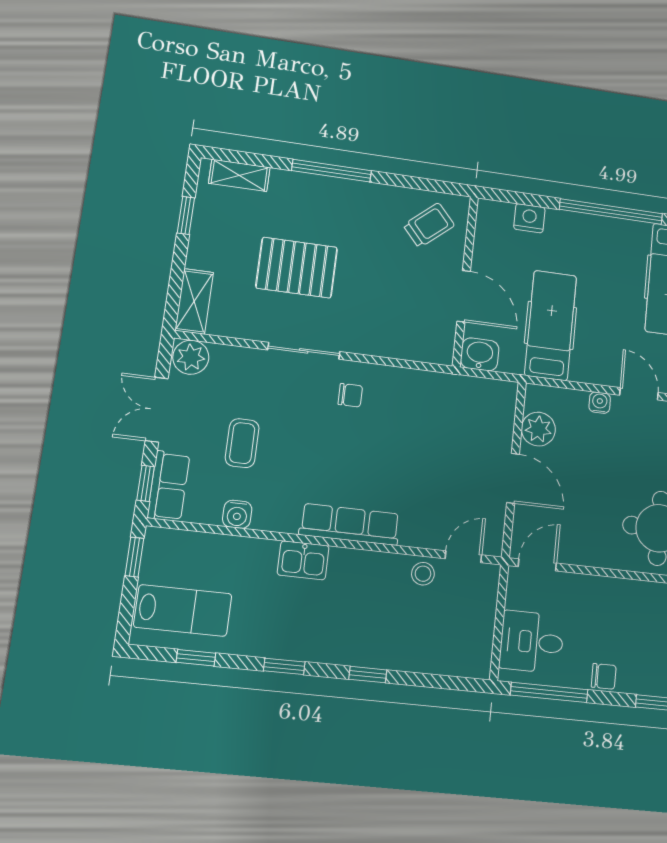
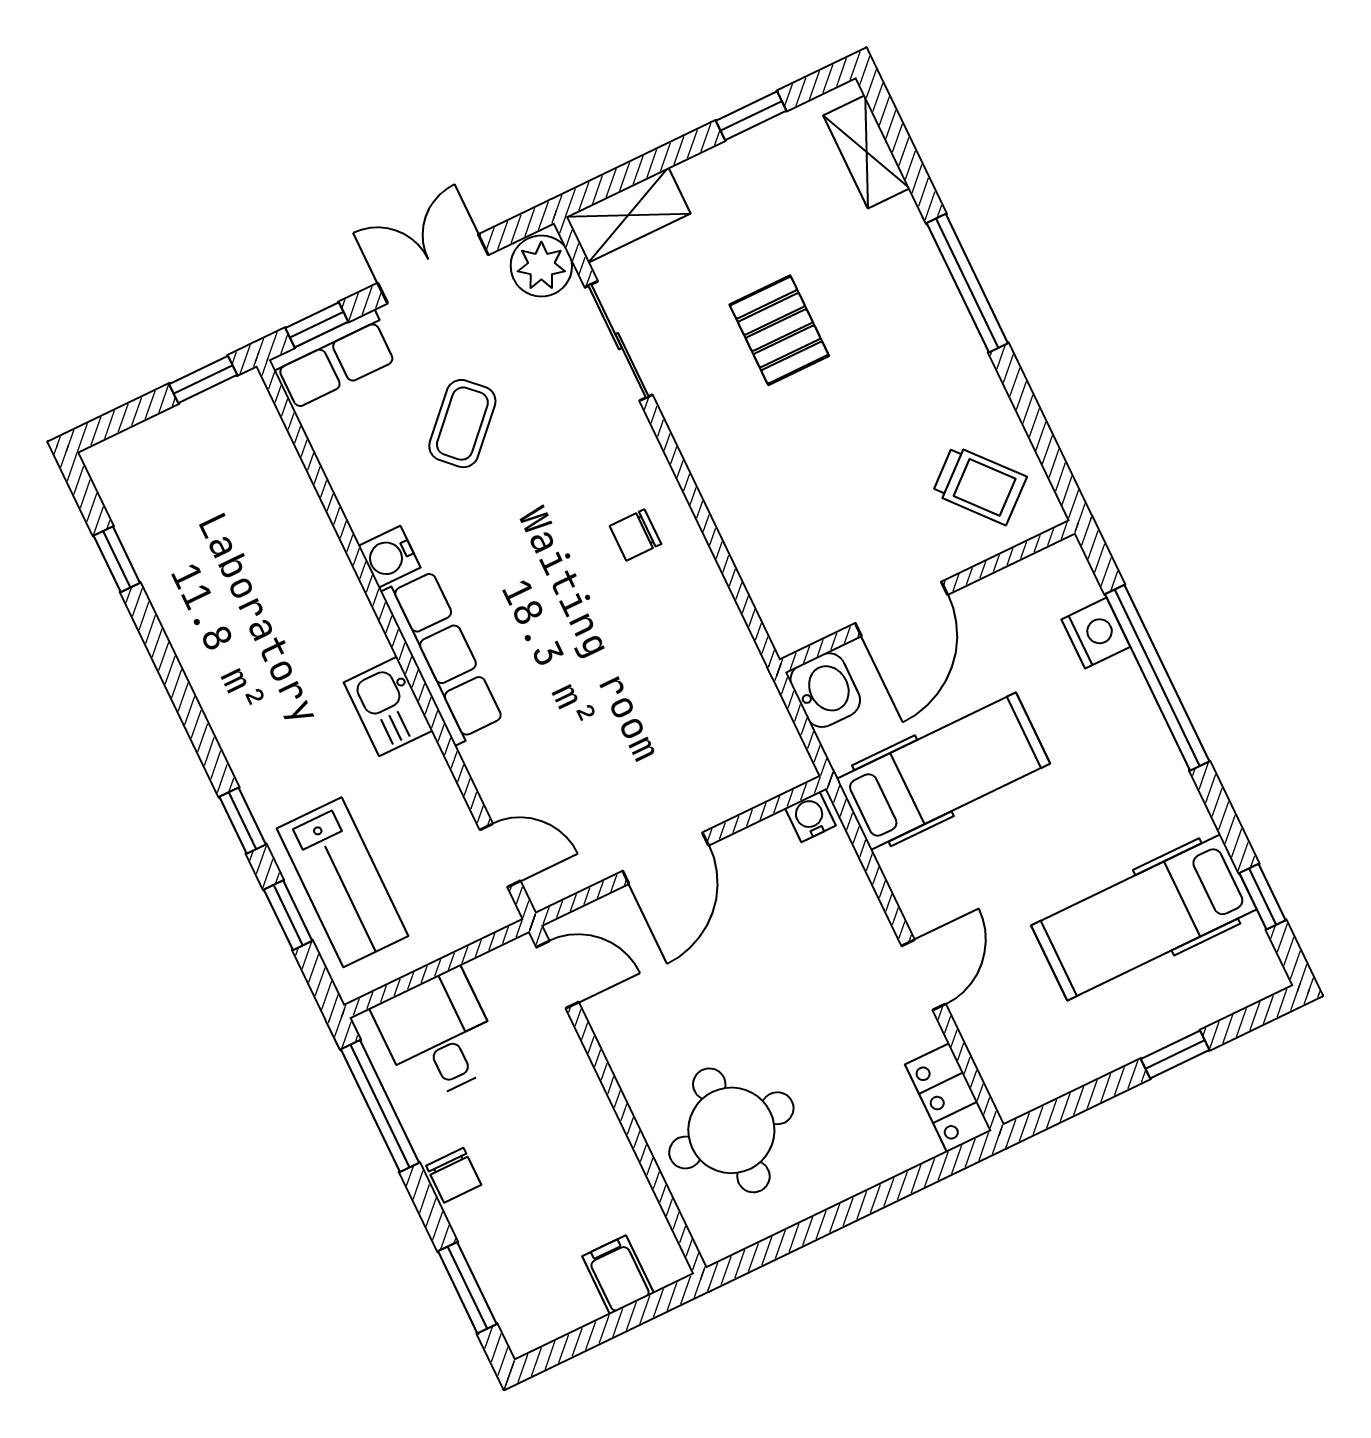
window: (611, 211) -> (1157, 678), moved
pallet: (297, 268) -> (779, 330), width x0.67, depth x0.71
sliding door: (304, 351) -> (619, 341), moved
chair: (350, 395) -> (635, 535), turned 90
water cooler: (600, 403) -> (810, 817), moved, turned -90
plant: (538, 429) -> (767, 851), removed
coffee table: (242, 443) -> (462, 424), turned -46
water cooler: (237, 514) -> (389, 557), moved
kitchen sink: (303, 560) -> (388, 706), moved
stool: (423, 574) -> (438, 811), removed
lab bench: (183, 610) -> (342, 882), moved
window: (284, 666) -> (288, 915), moved

